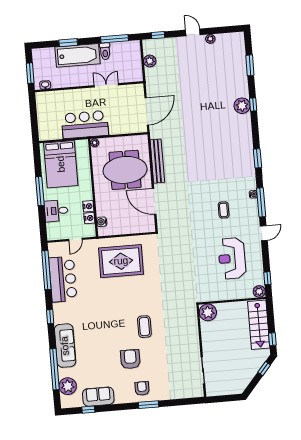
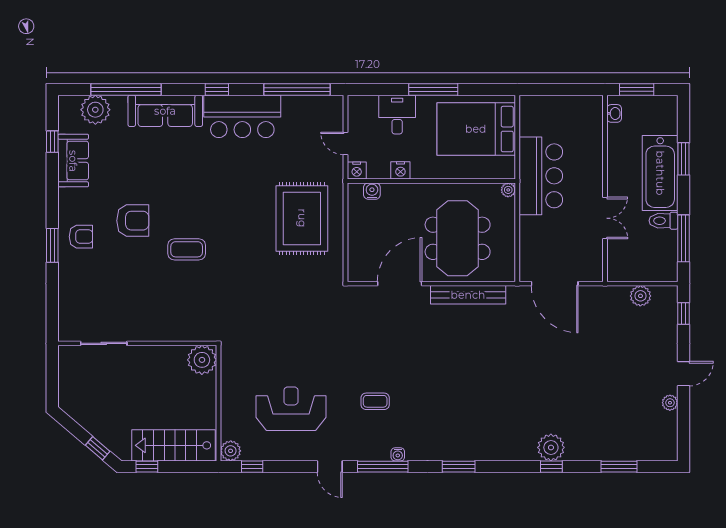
nightstand: (89, 218) -> (357, 170), moved
bar counter: (63, 279) -> (242, 116), moved

